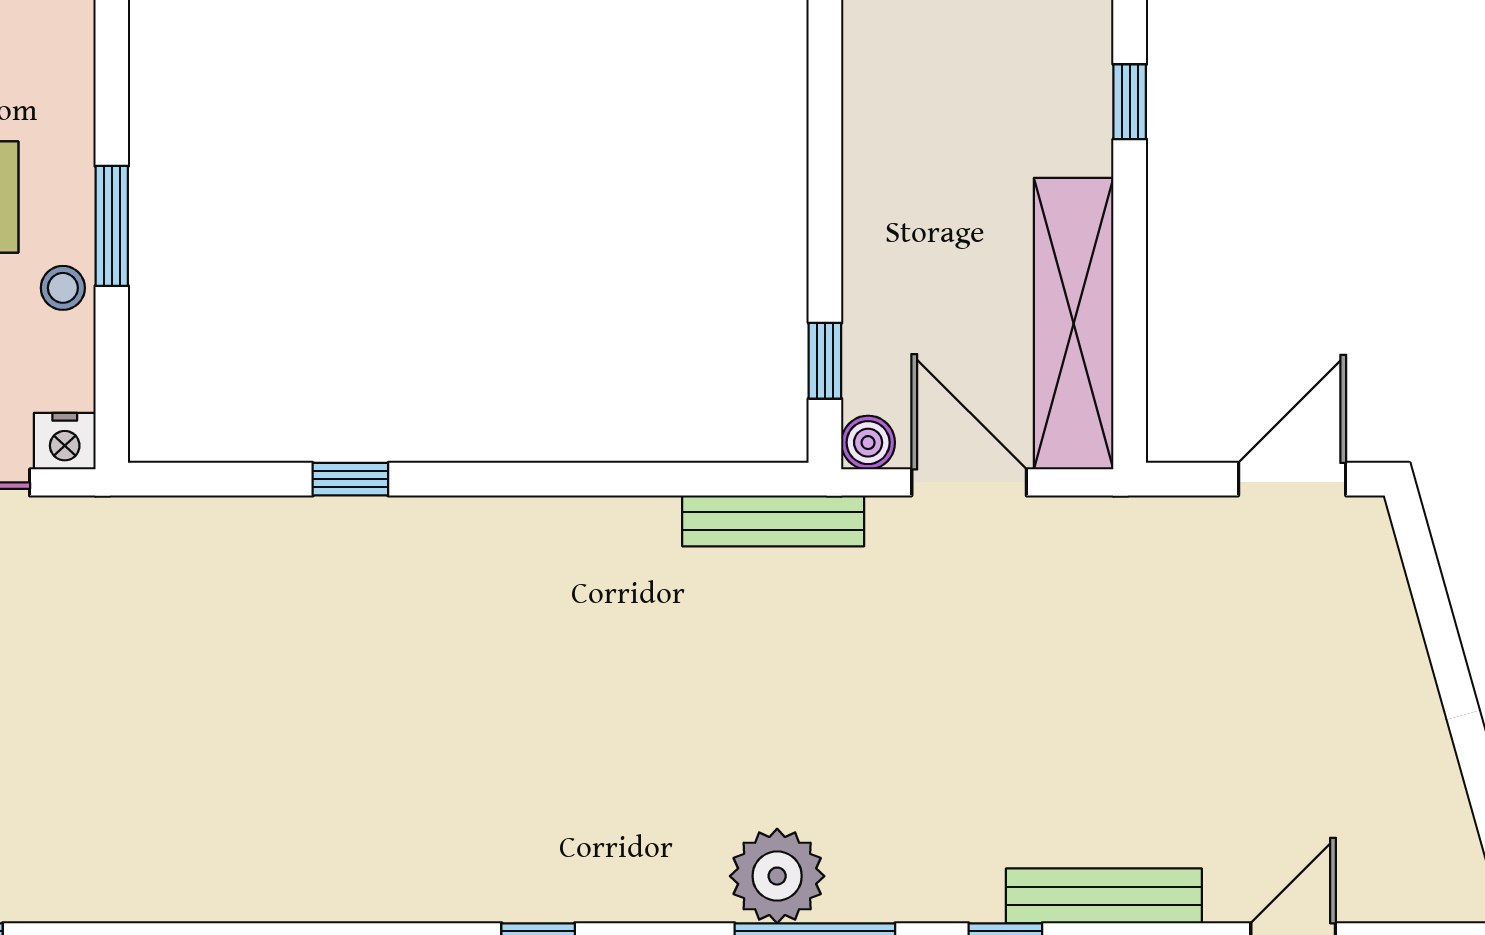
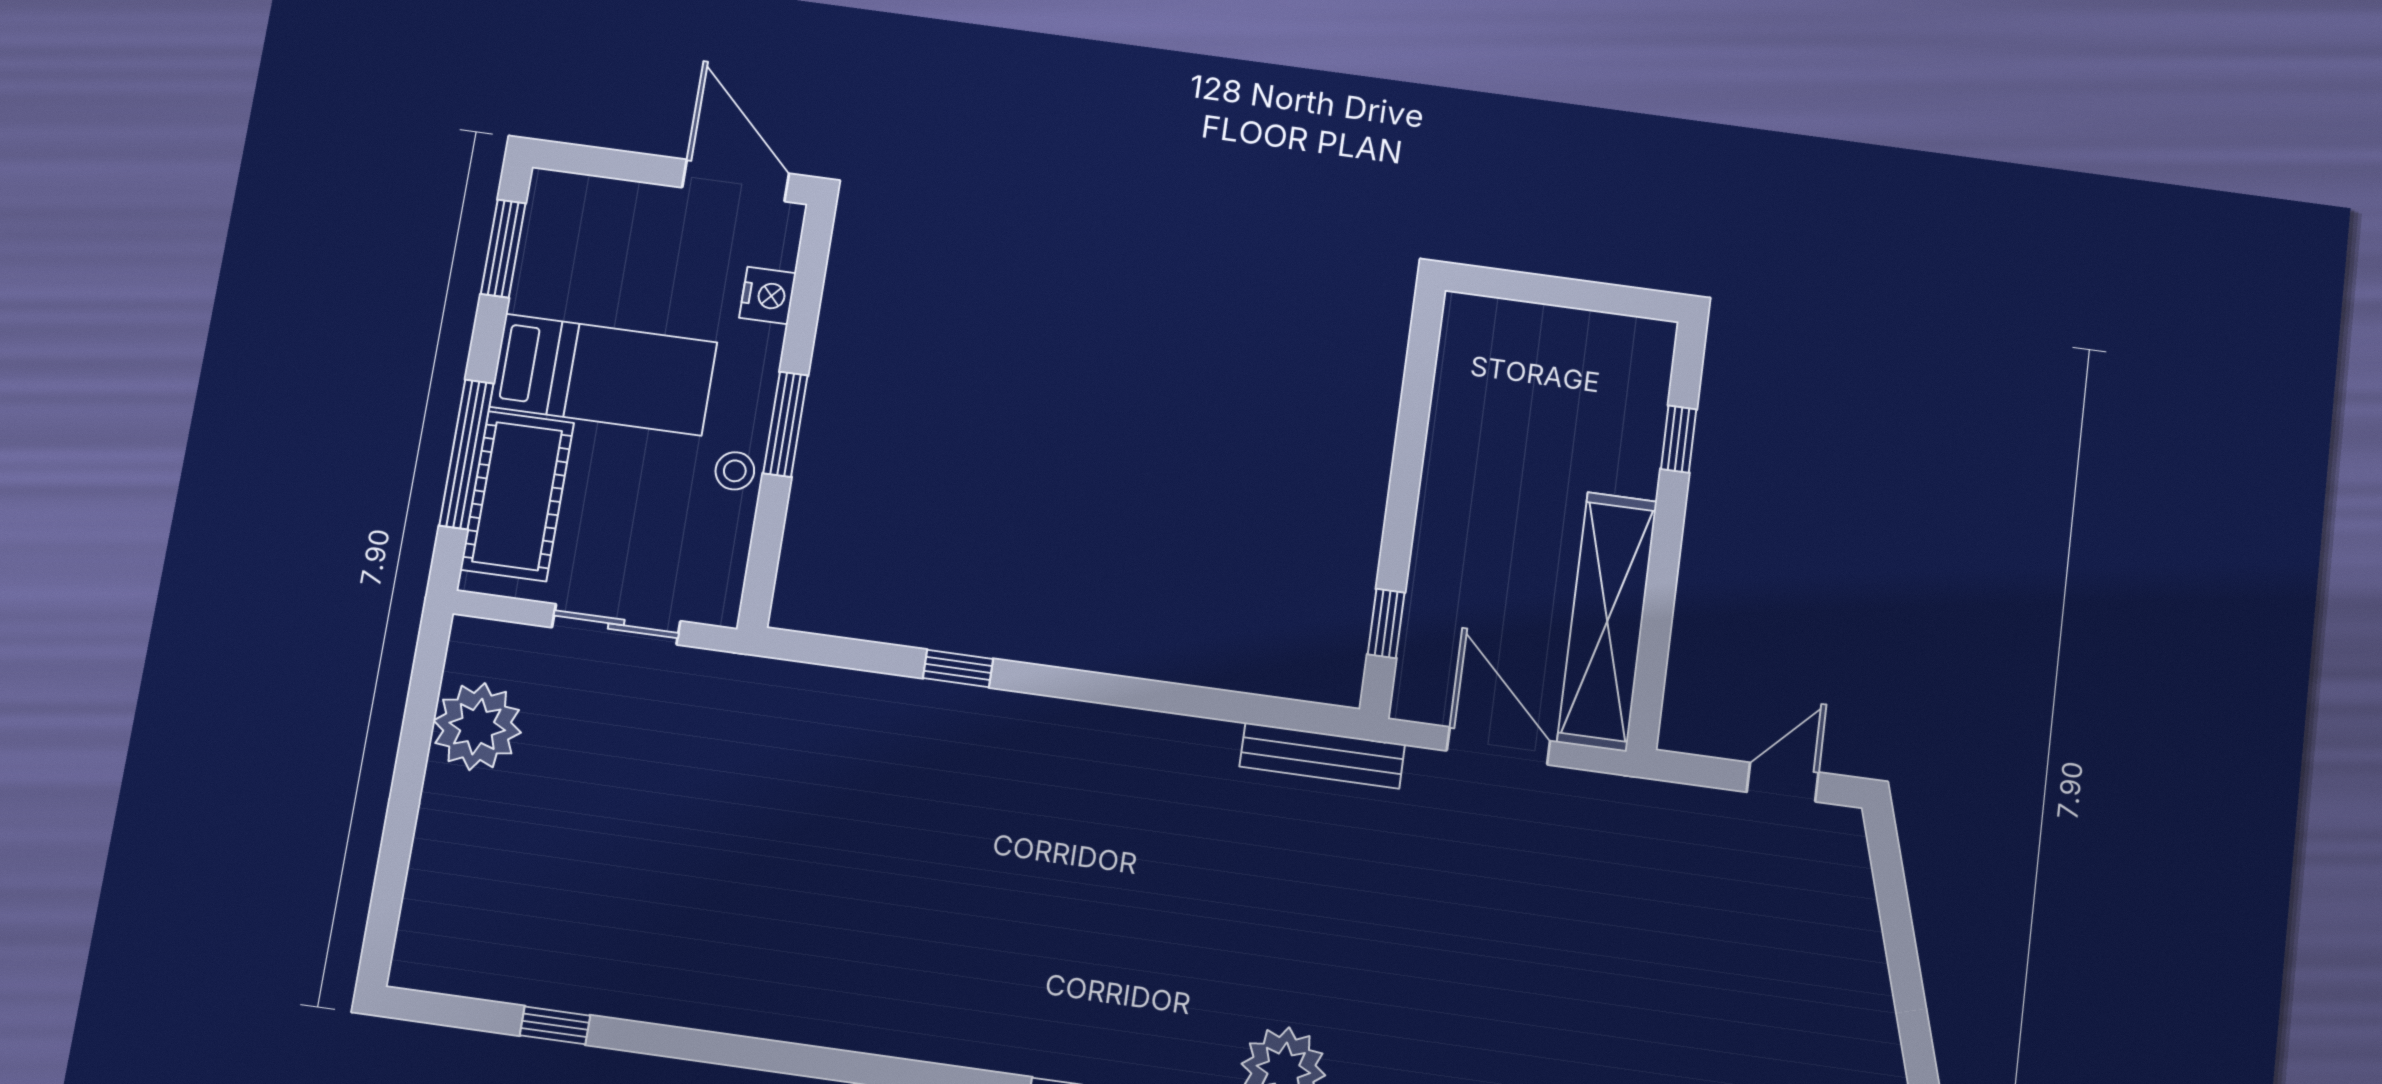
nightstand: (65, 441) -> (768, 295), moved, turned -90
boiler: (868, 443) -> (1414, 699), removed
door: (1292, 479) -> (1783, 782), width x0.73

